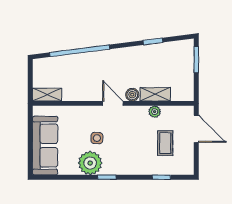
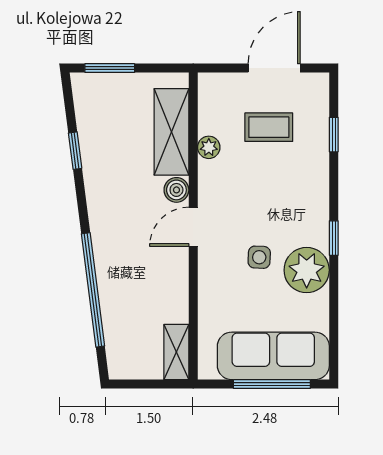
shelving: (155, 94) -> (171, 132), width x1.50, depth x1.33
door: (196, 129) -> (274, 68), moved
window: (30, 145) -> (272, 384), added

